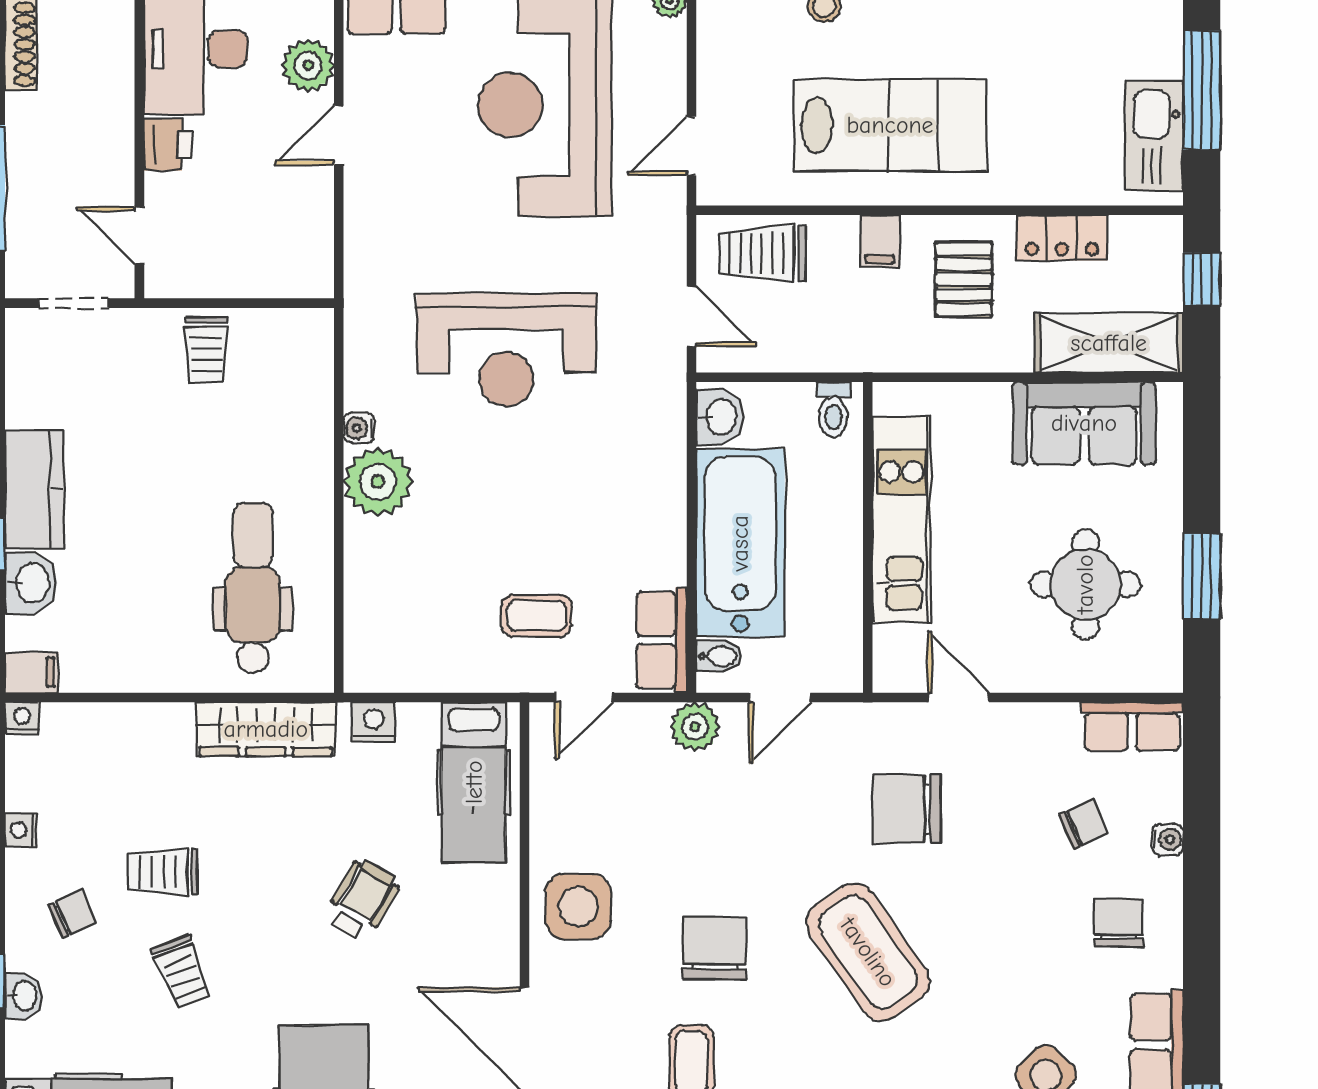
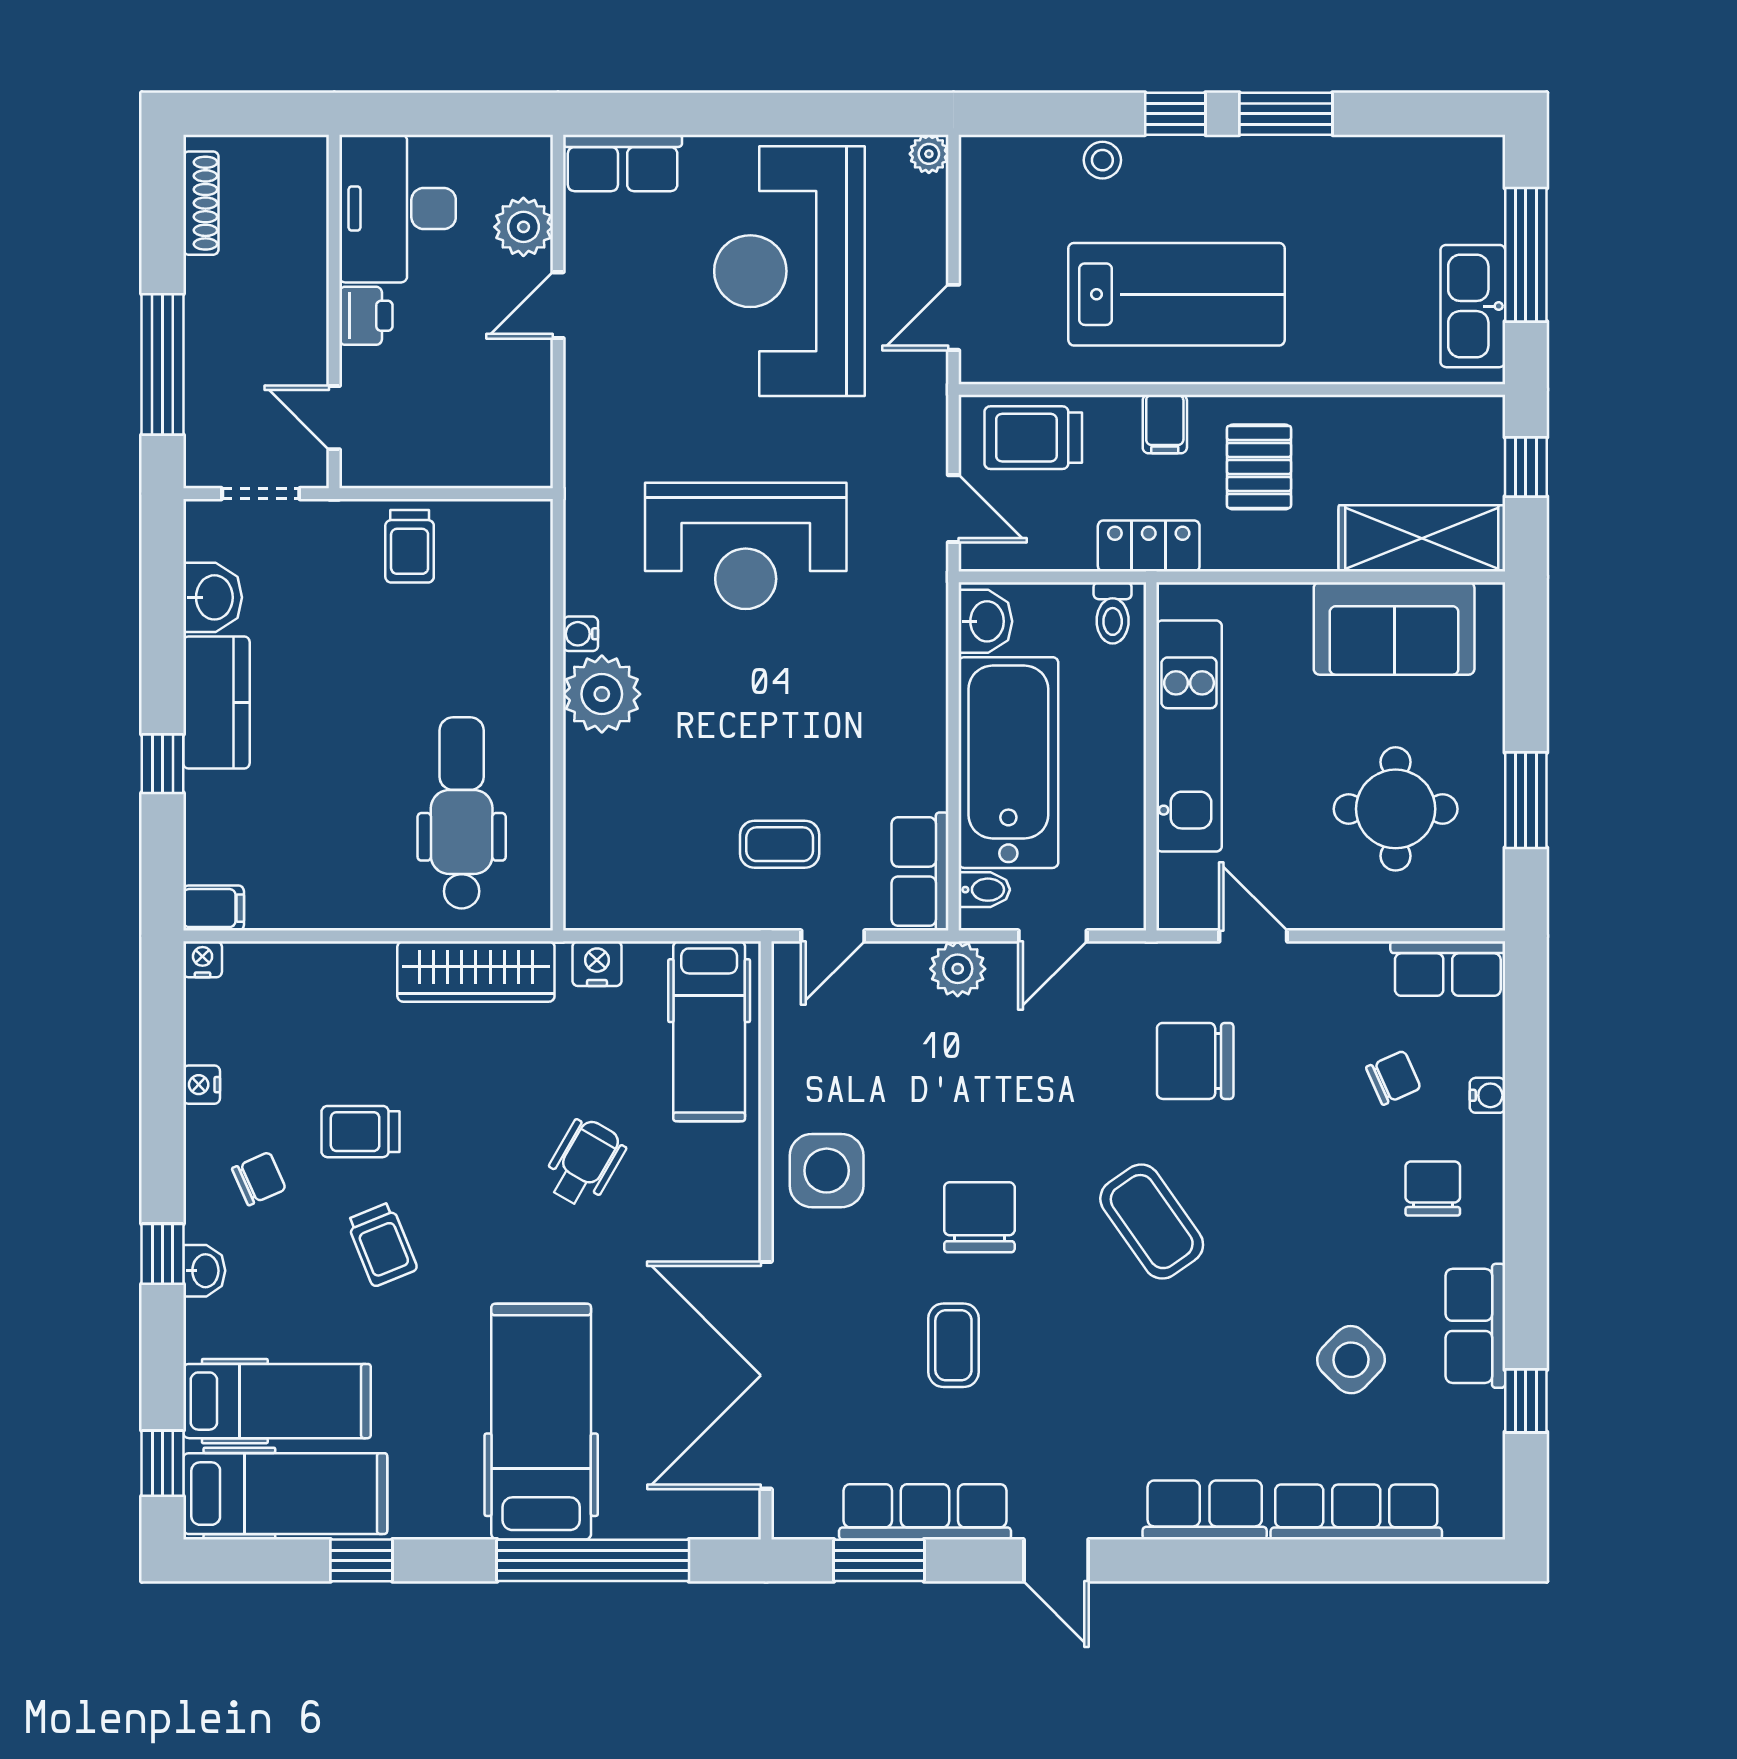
locker: (1062, 238) -> (1149, 546), moved, turned 180
washbasin: (31, 583) -> (213, 597), moved
coffee table: (868, 952) -> (1152, 1222), width x0.73, depth x0.76

